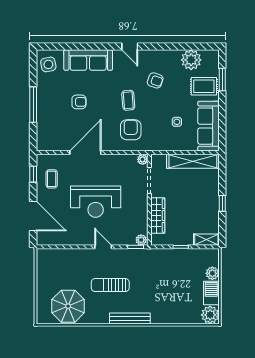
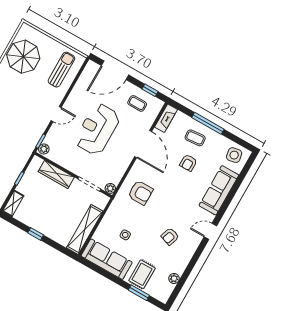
plant: (191, 60) -> (174, 279), width x0.53, depth x0.53
coffee table: (128, 100) -> (195, 138), moved
fireplace: (50, 145) -> (166, 118), added
sun lounger: (110, 285) -> (61, 70), moved

